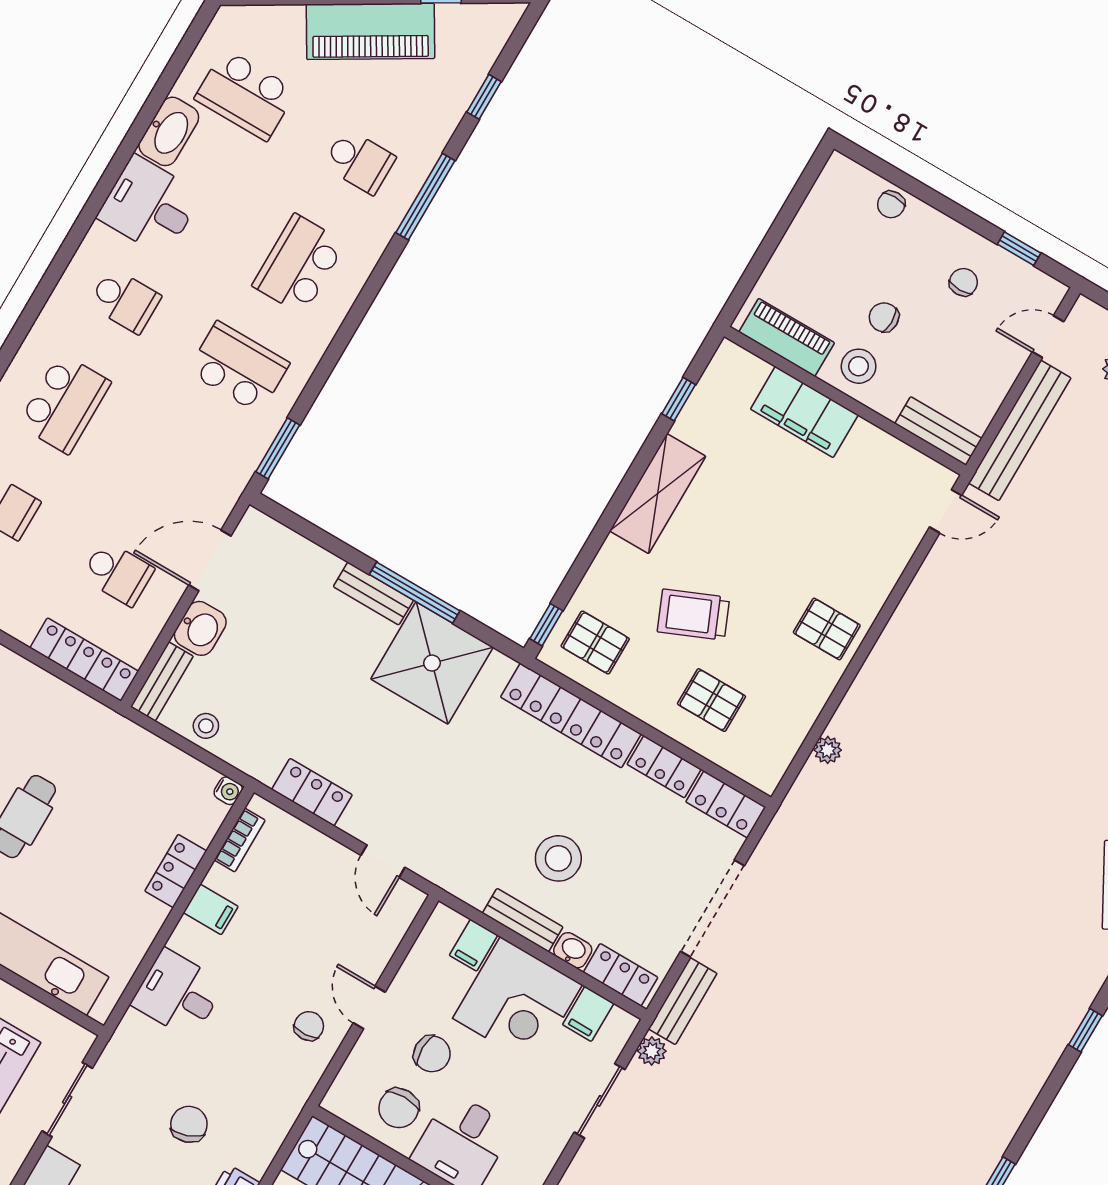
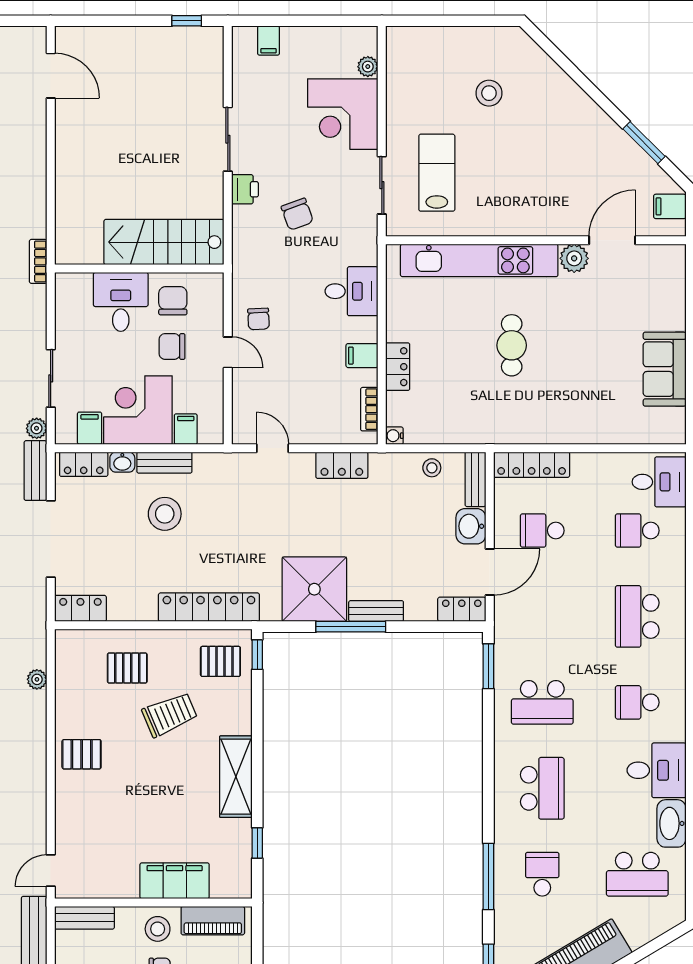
school desk: (245, 95) -> (637, 874), turned 180
school desk: (359, 161) -> (542, 874), turned 90
locker: (664, 767) -> (462, 609), moved

